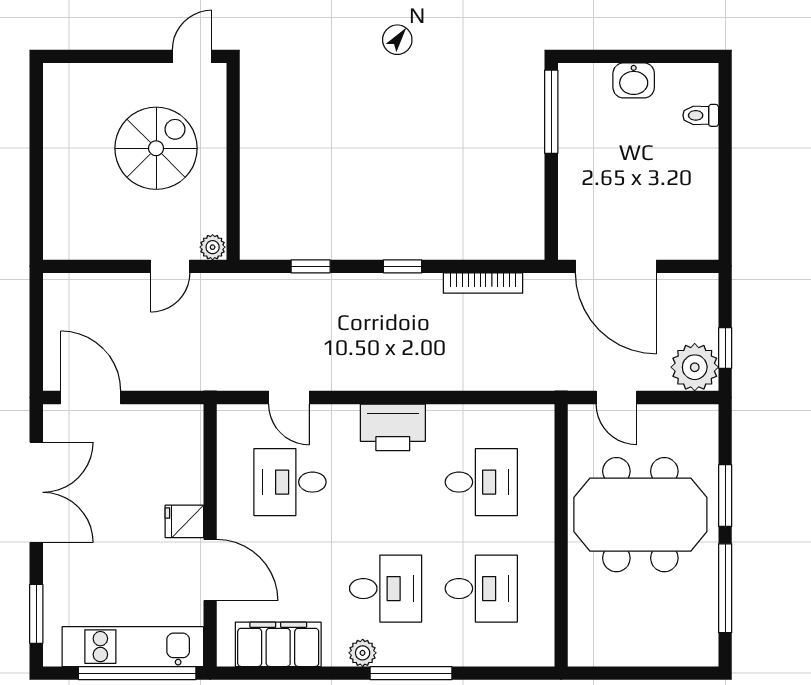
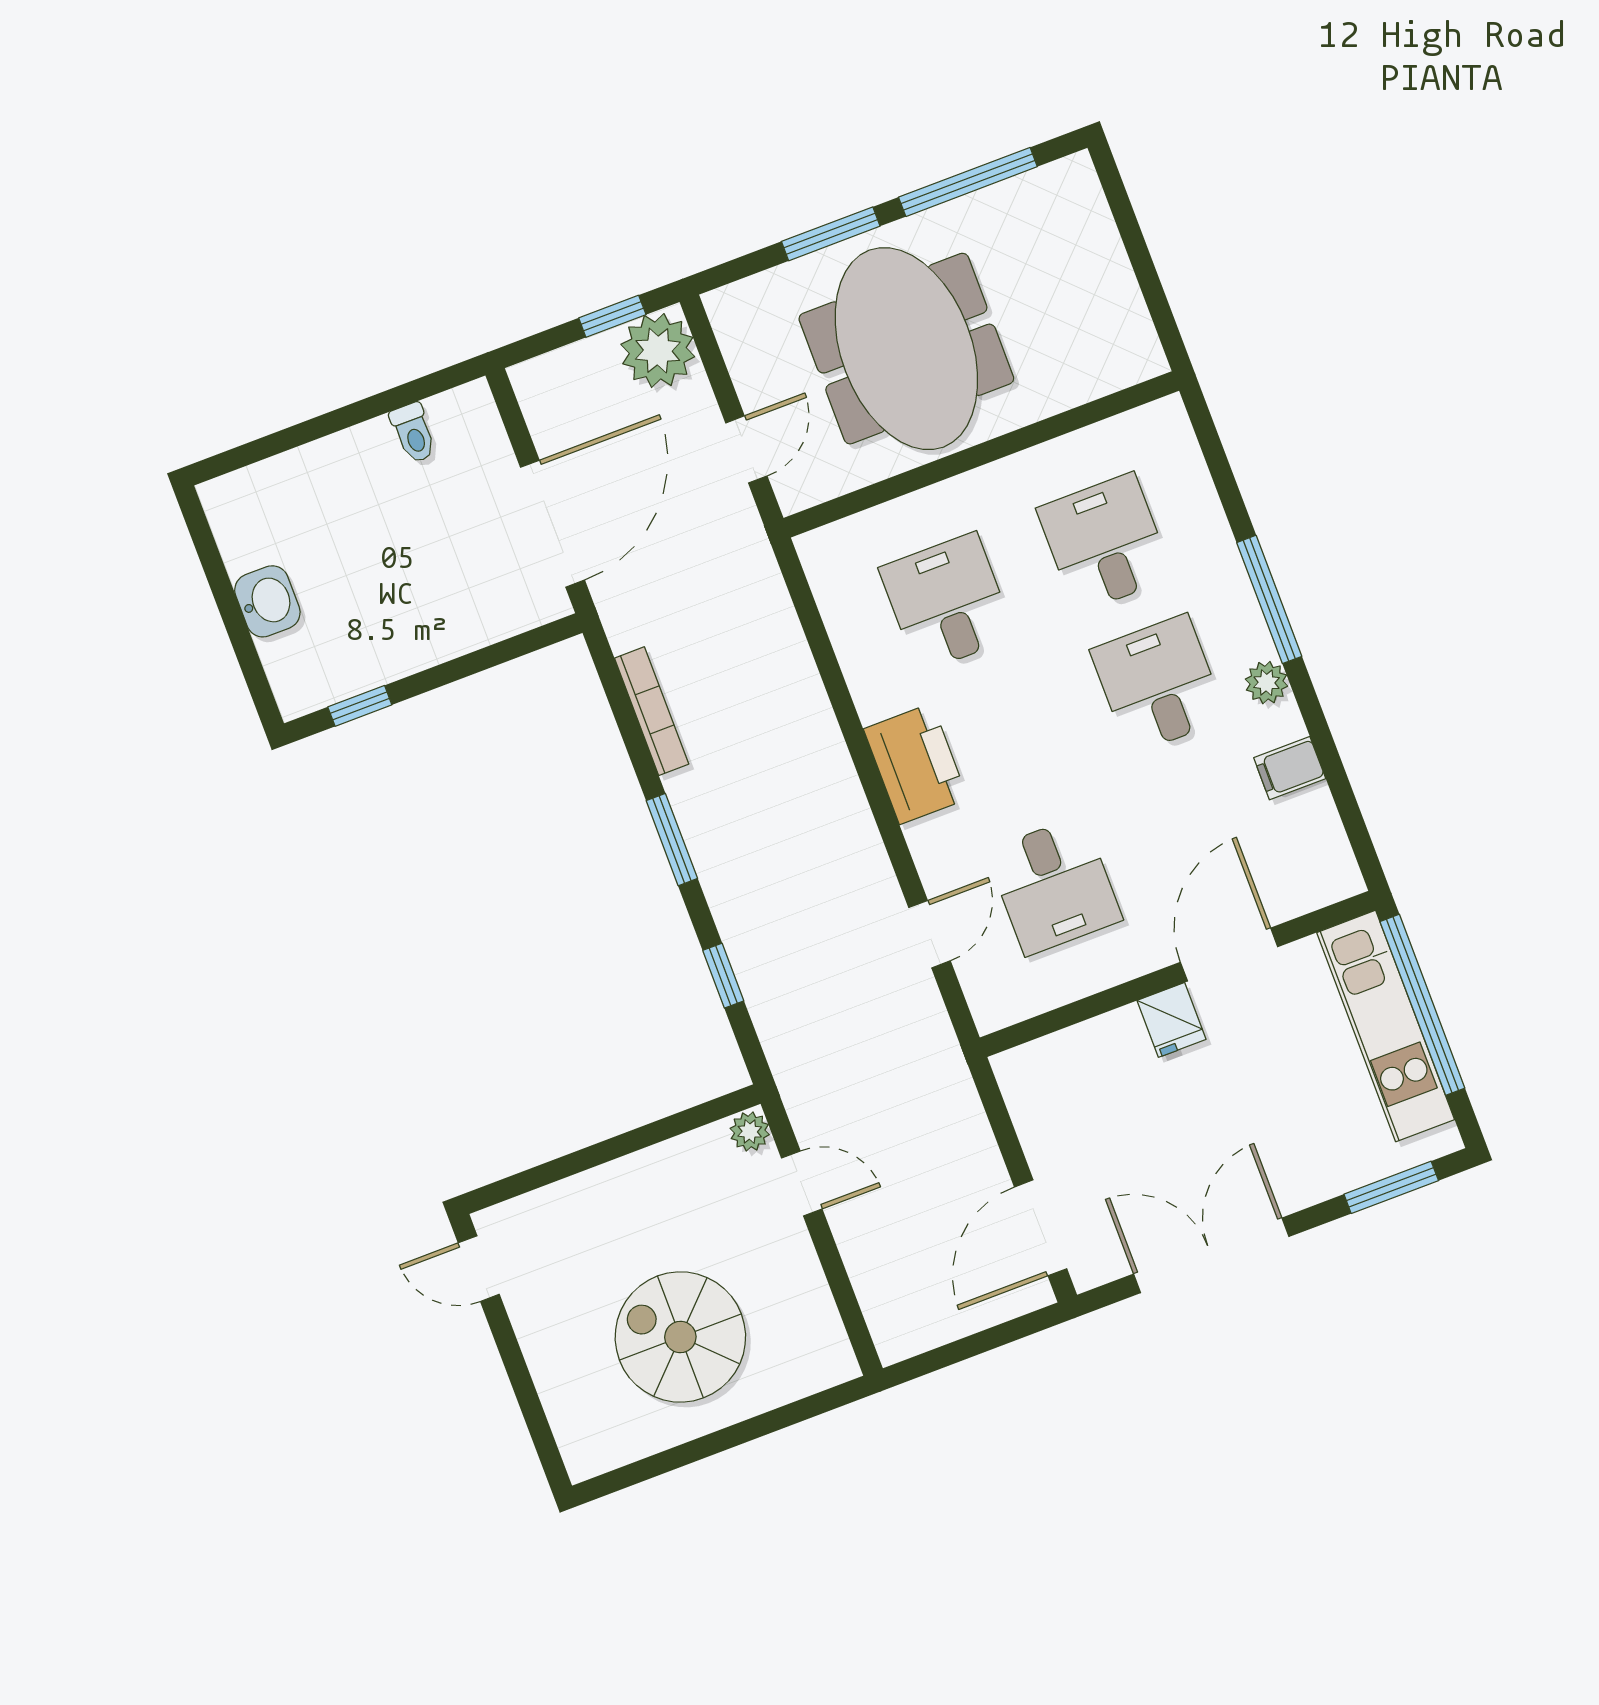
window: (551, 112) -> (360, 706), width x0.46
toilet: (701, 115) -> (413, 433), moved
spiral stairs: (156, 148) -> (680, 1337), moved
window: (403, 266) -> (672, 840), width x1.50
filing cabinet: (278, 644) -> (1290, 768), width x0.33, depth x0.86

